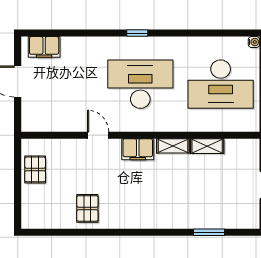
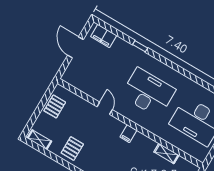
window: (137, 33) -> (140, 46), moved
shelving: (173, 146) -> (39, 140), moved
filing cabinet: (138, 149) -> (128, 134), width x0.50

